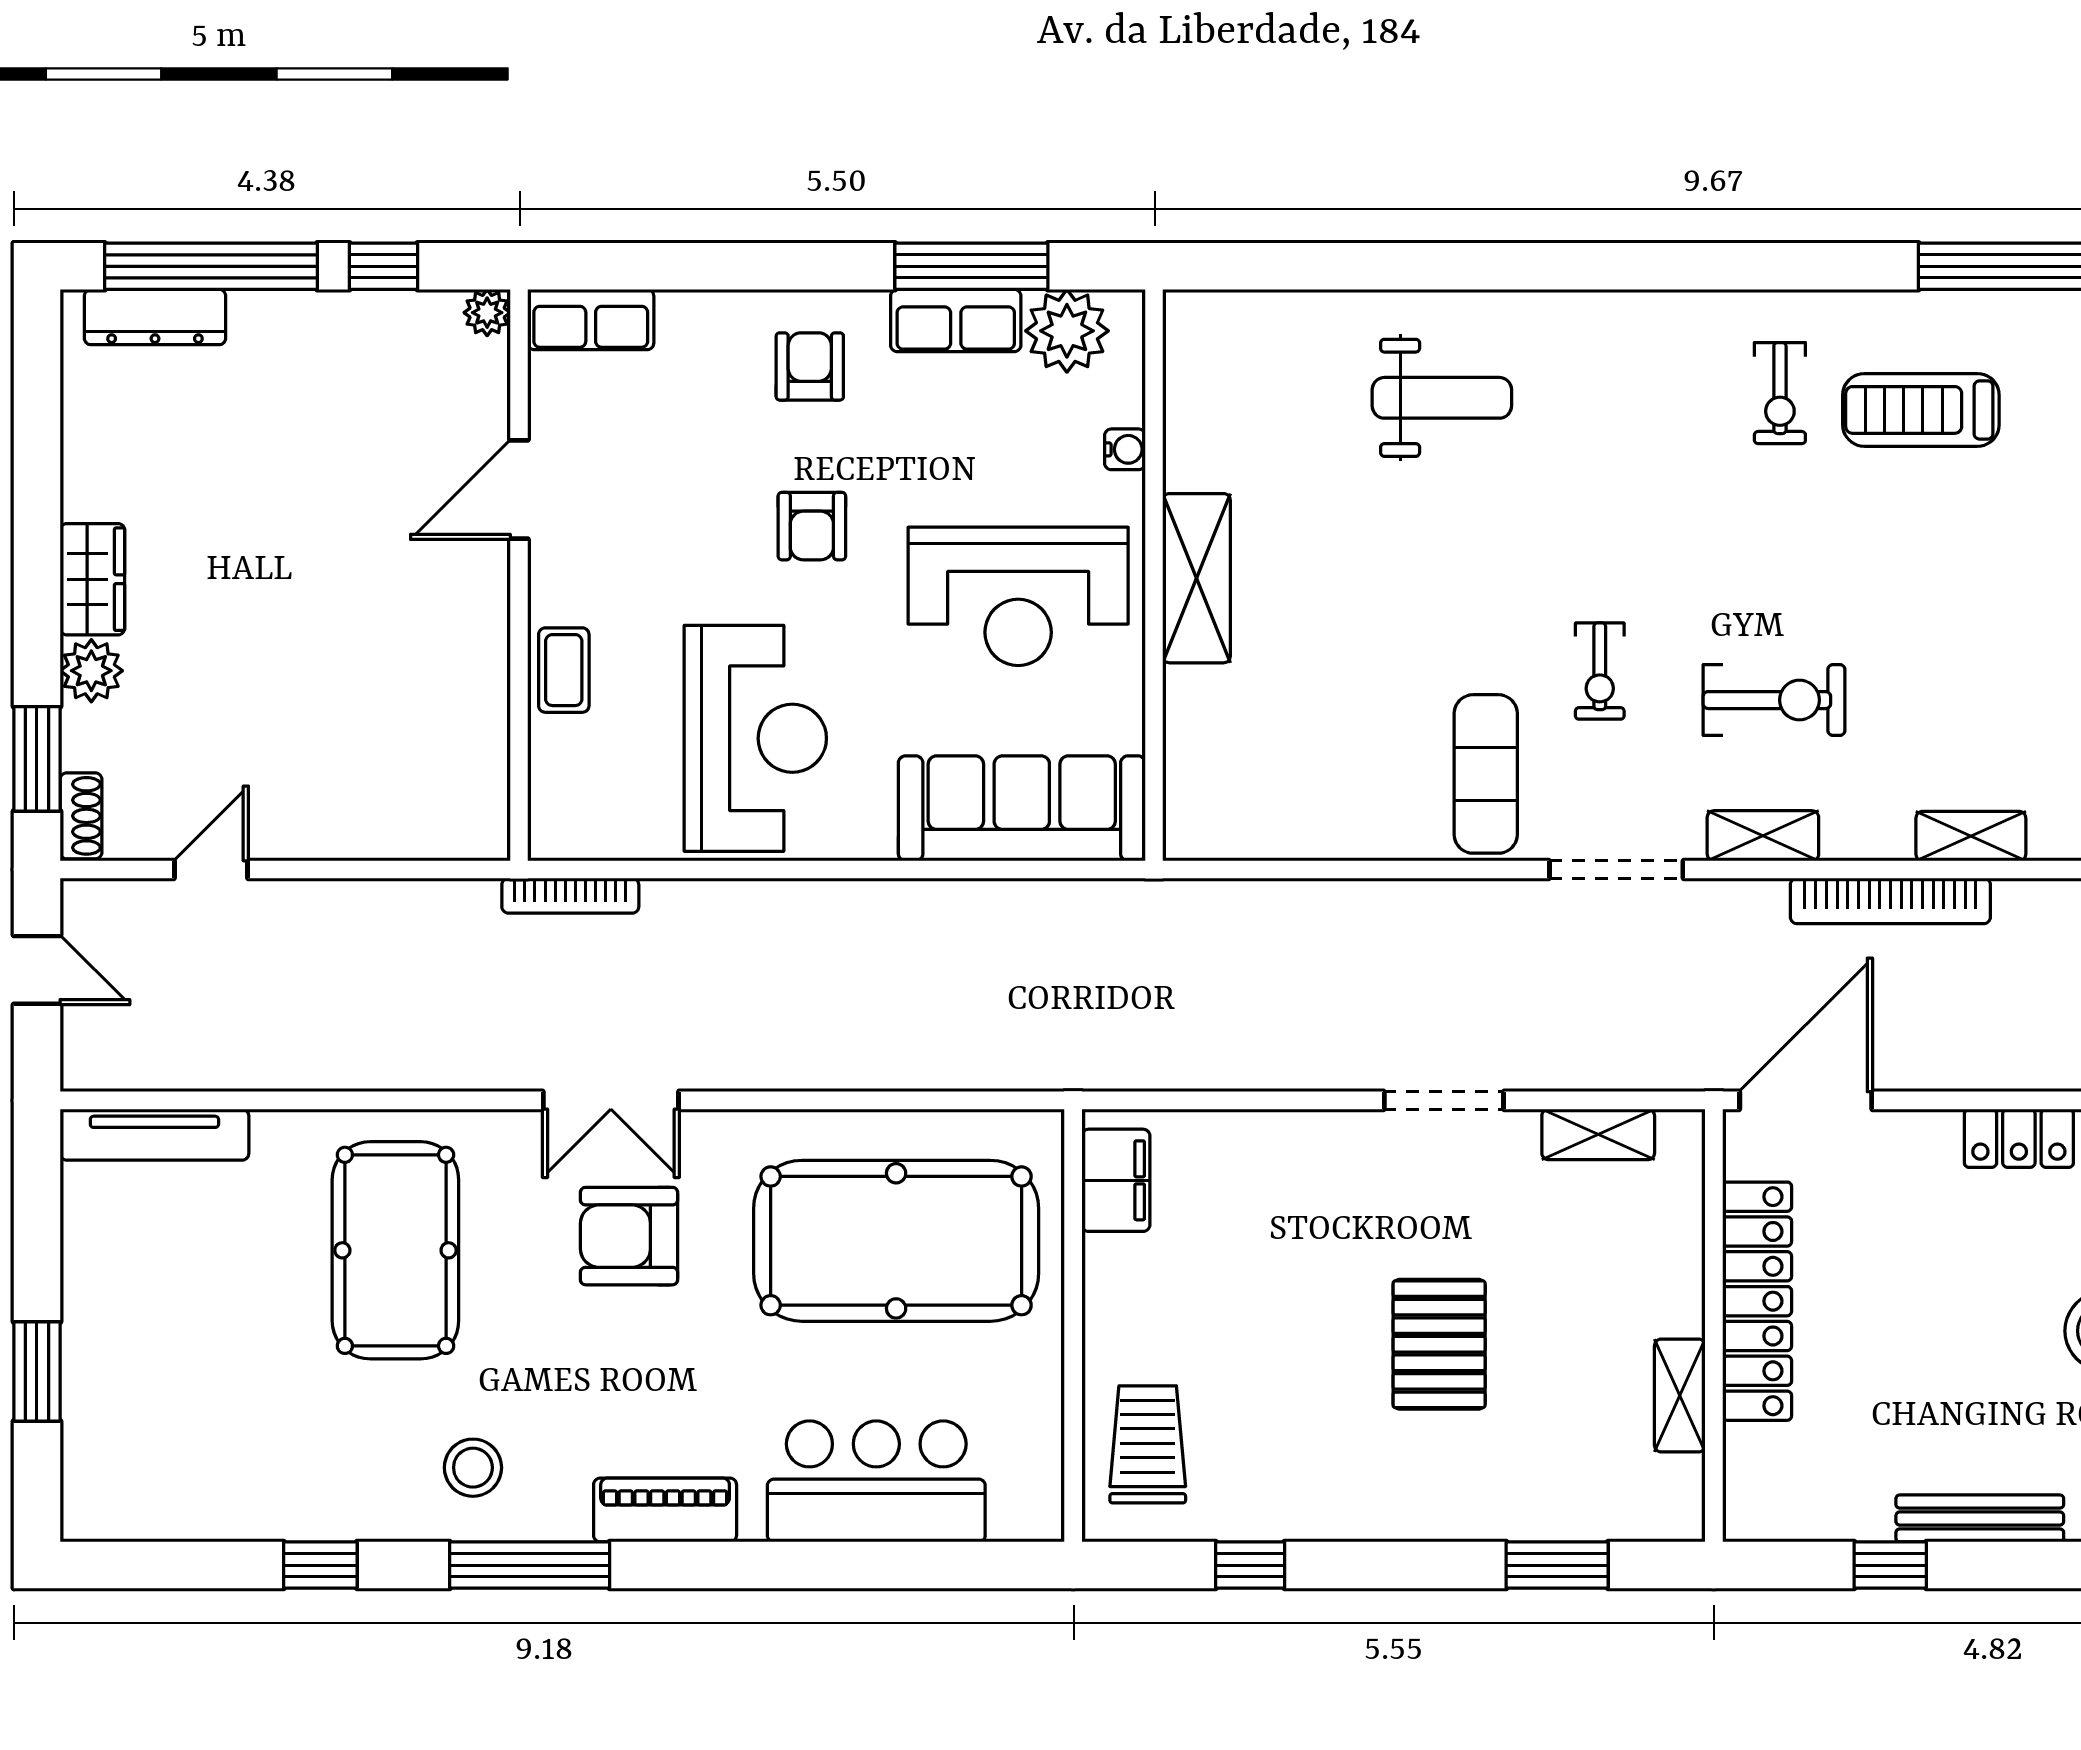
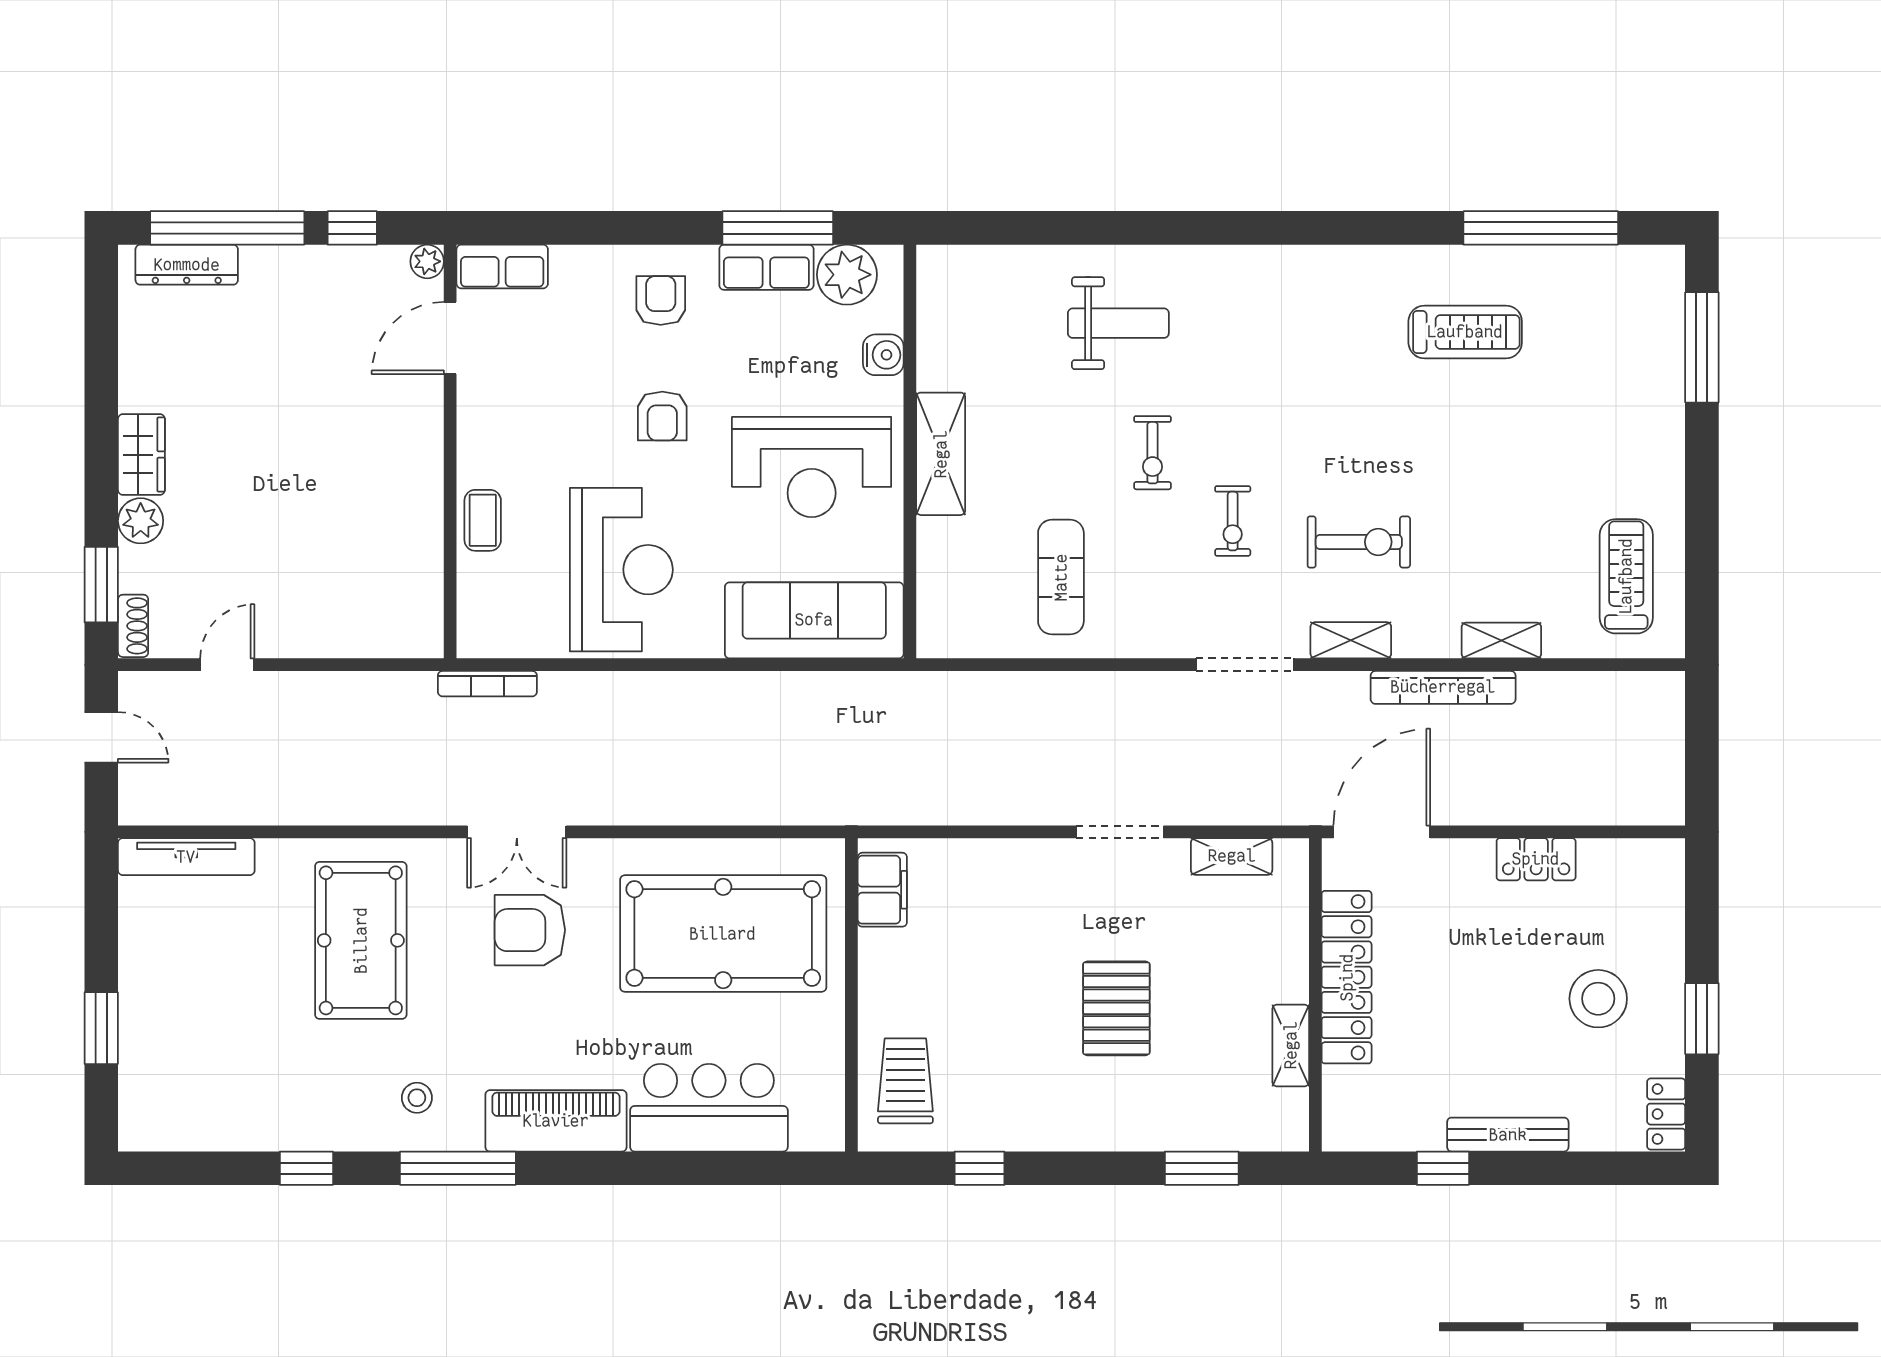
exercise bike: (1780, 393) -> (1152, 453), moved
treadmill: (1921, 410) -> (1465, 332), turned 180
water cooler: (1125, 449) -> (883, 355), width x1.38, depth x1.38
door: (519, 490) -> (450, 338), moved
exercise mat: (1486, 774) -> (1061, 577), moved
stool: (473, 1468) -> (417, 1098), width x0.73, depth x0.73
piano: (665, 1510) -> (556, 1121), width x1.37, depth x1.33

